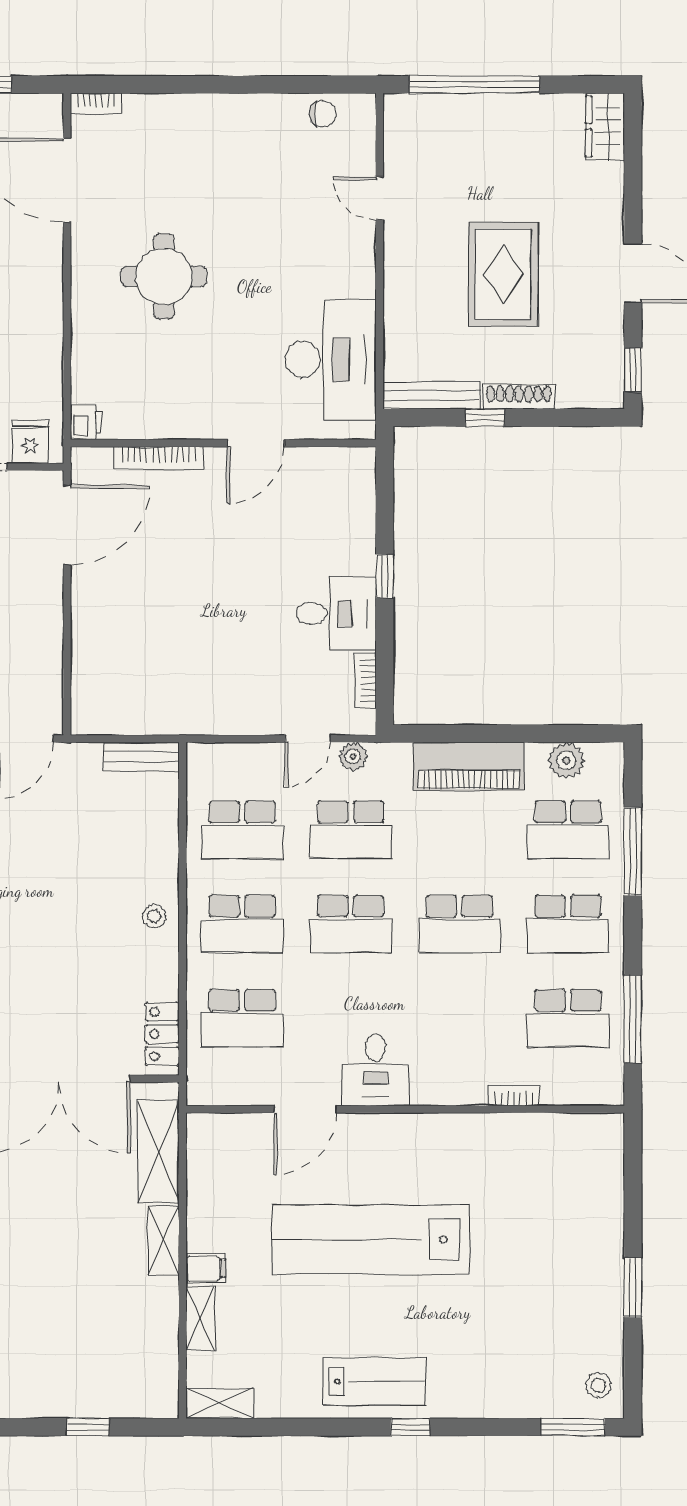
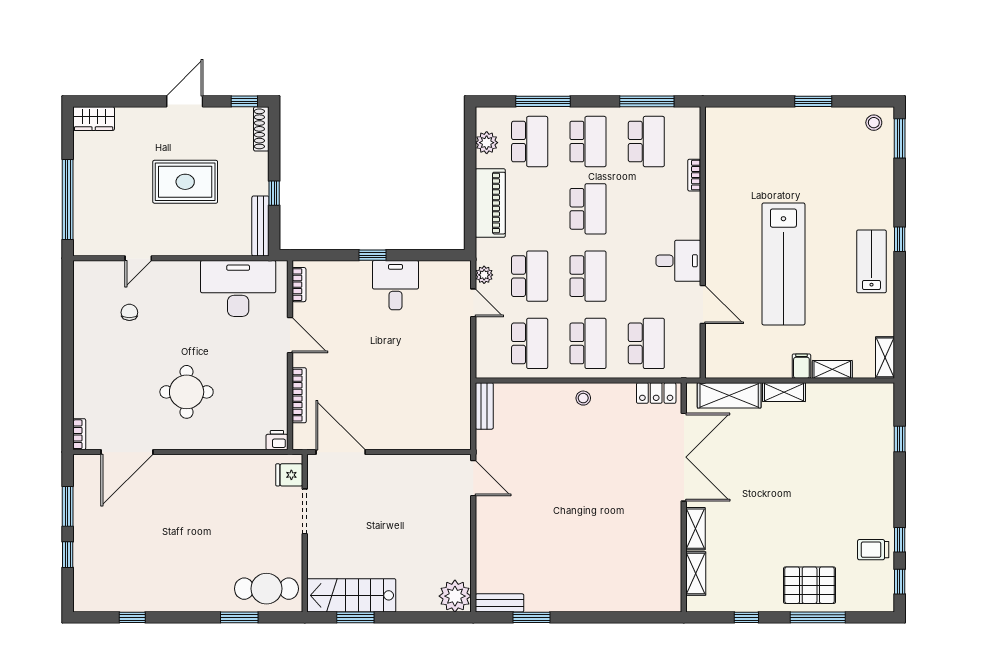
chair: (323, 114) -> (129, 312), moved
shoe rack: (519, 397) -> (261, 129), moved
bookcase: (365, 681) -> (299, 285), moved, turned -90

